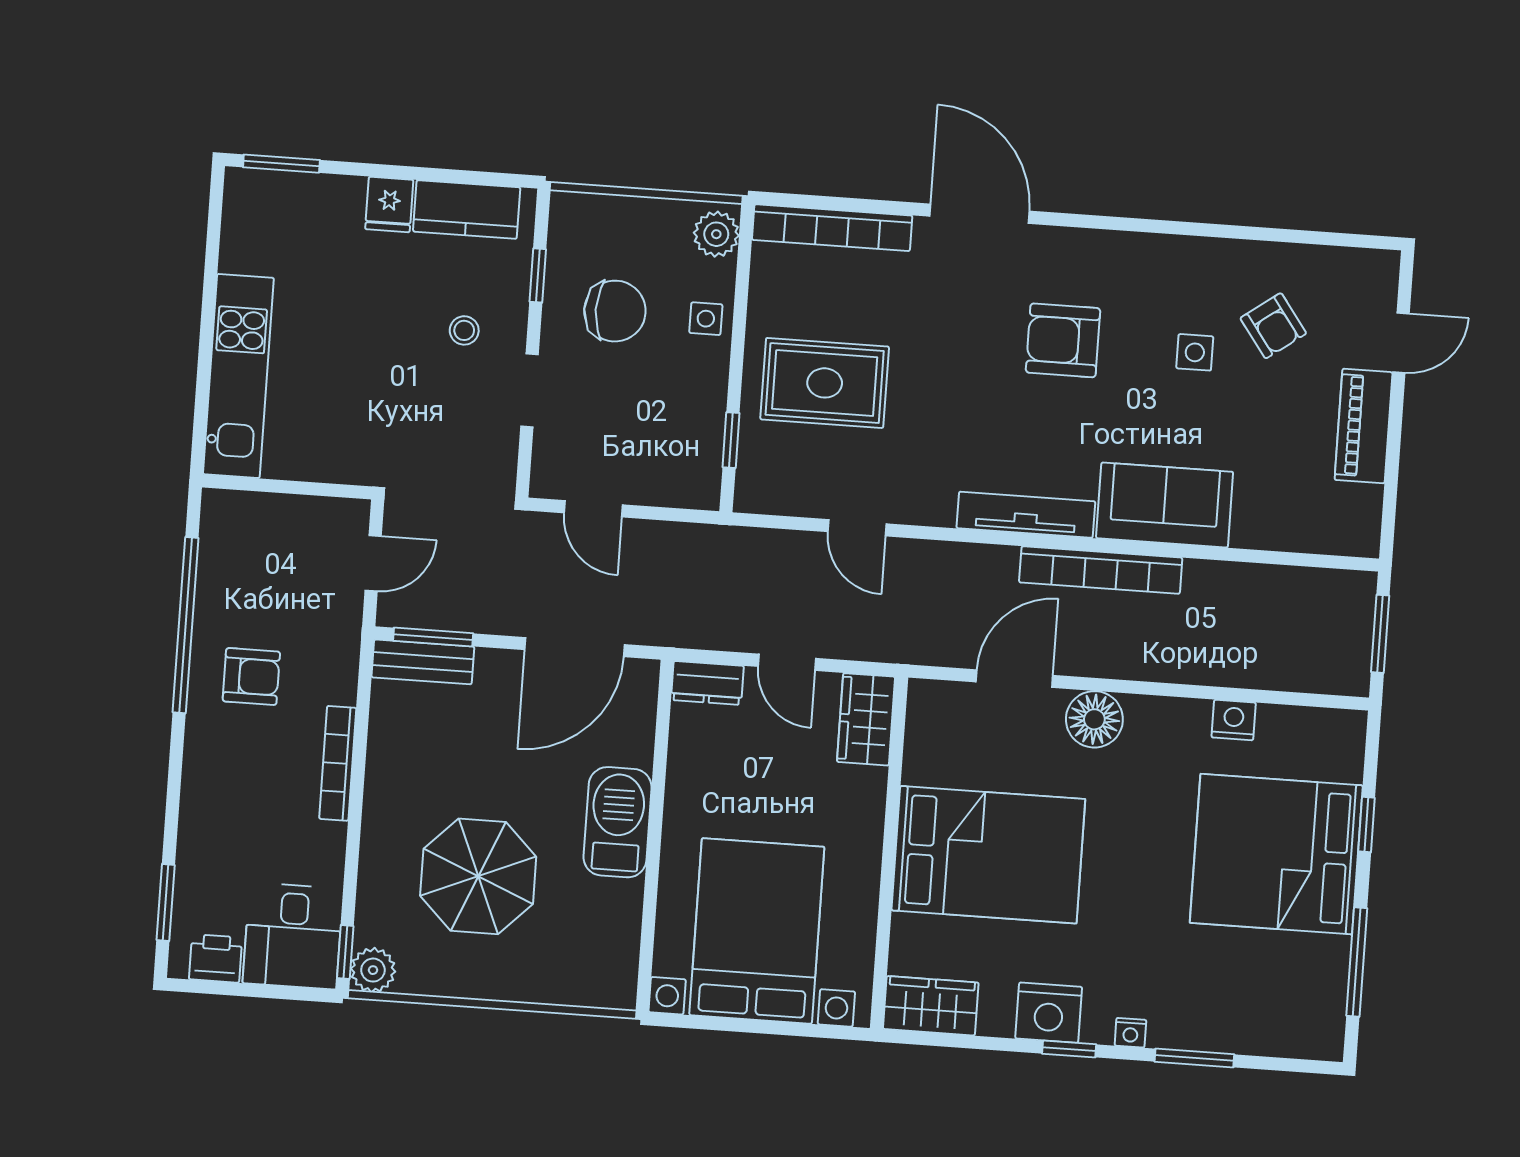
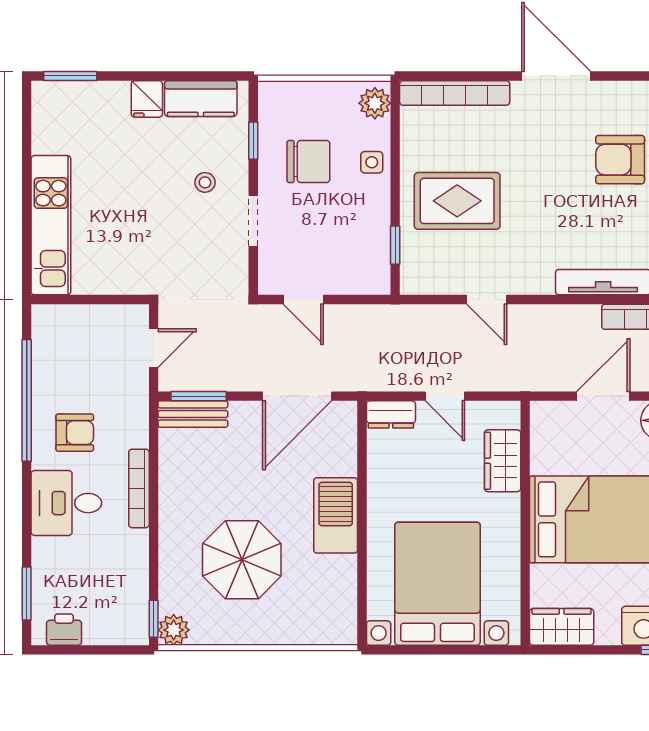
wardrobe: (866, 719) -> (503, 461), moved
desk: (293, 936) -> (66, 503), moved, turned 90

